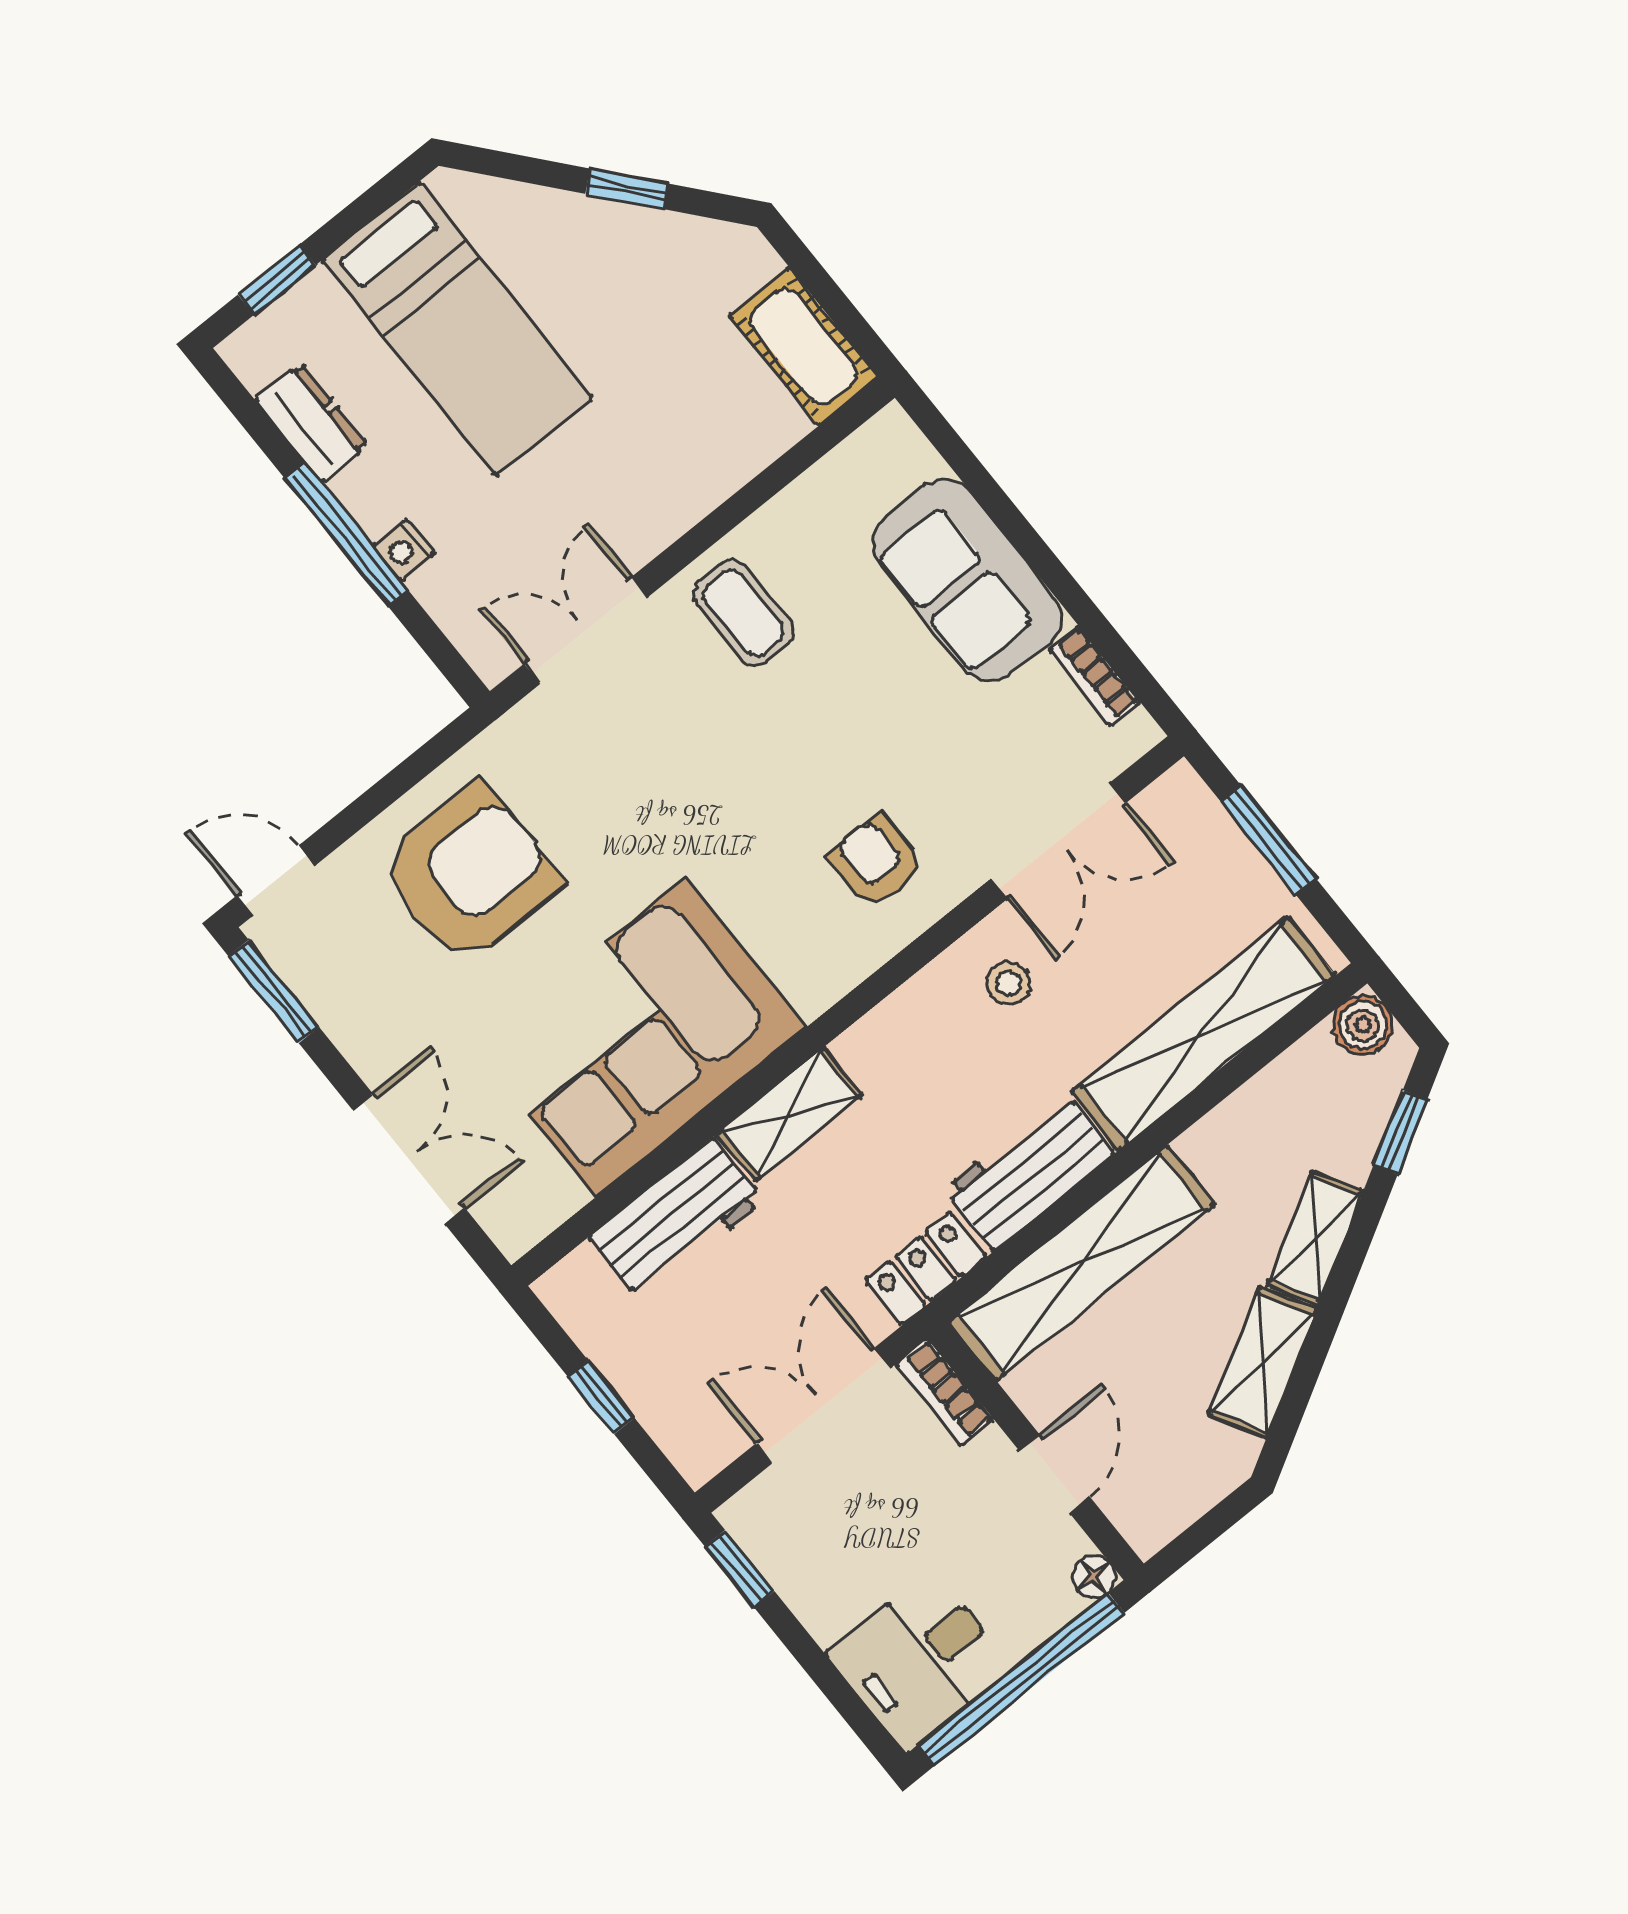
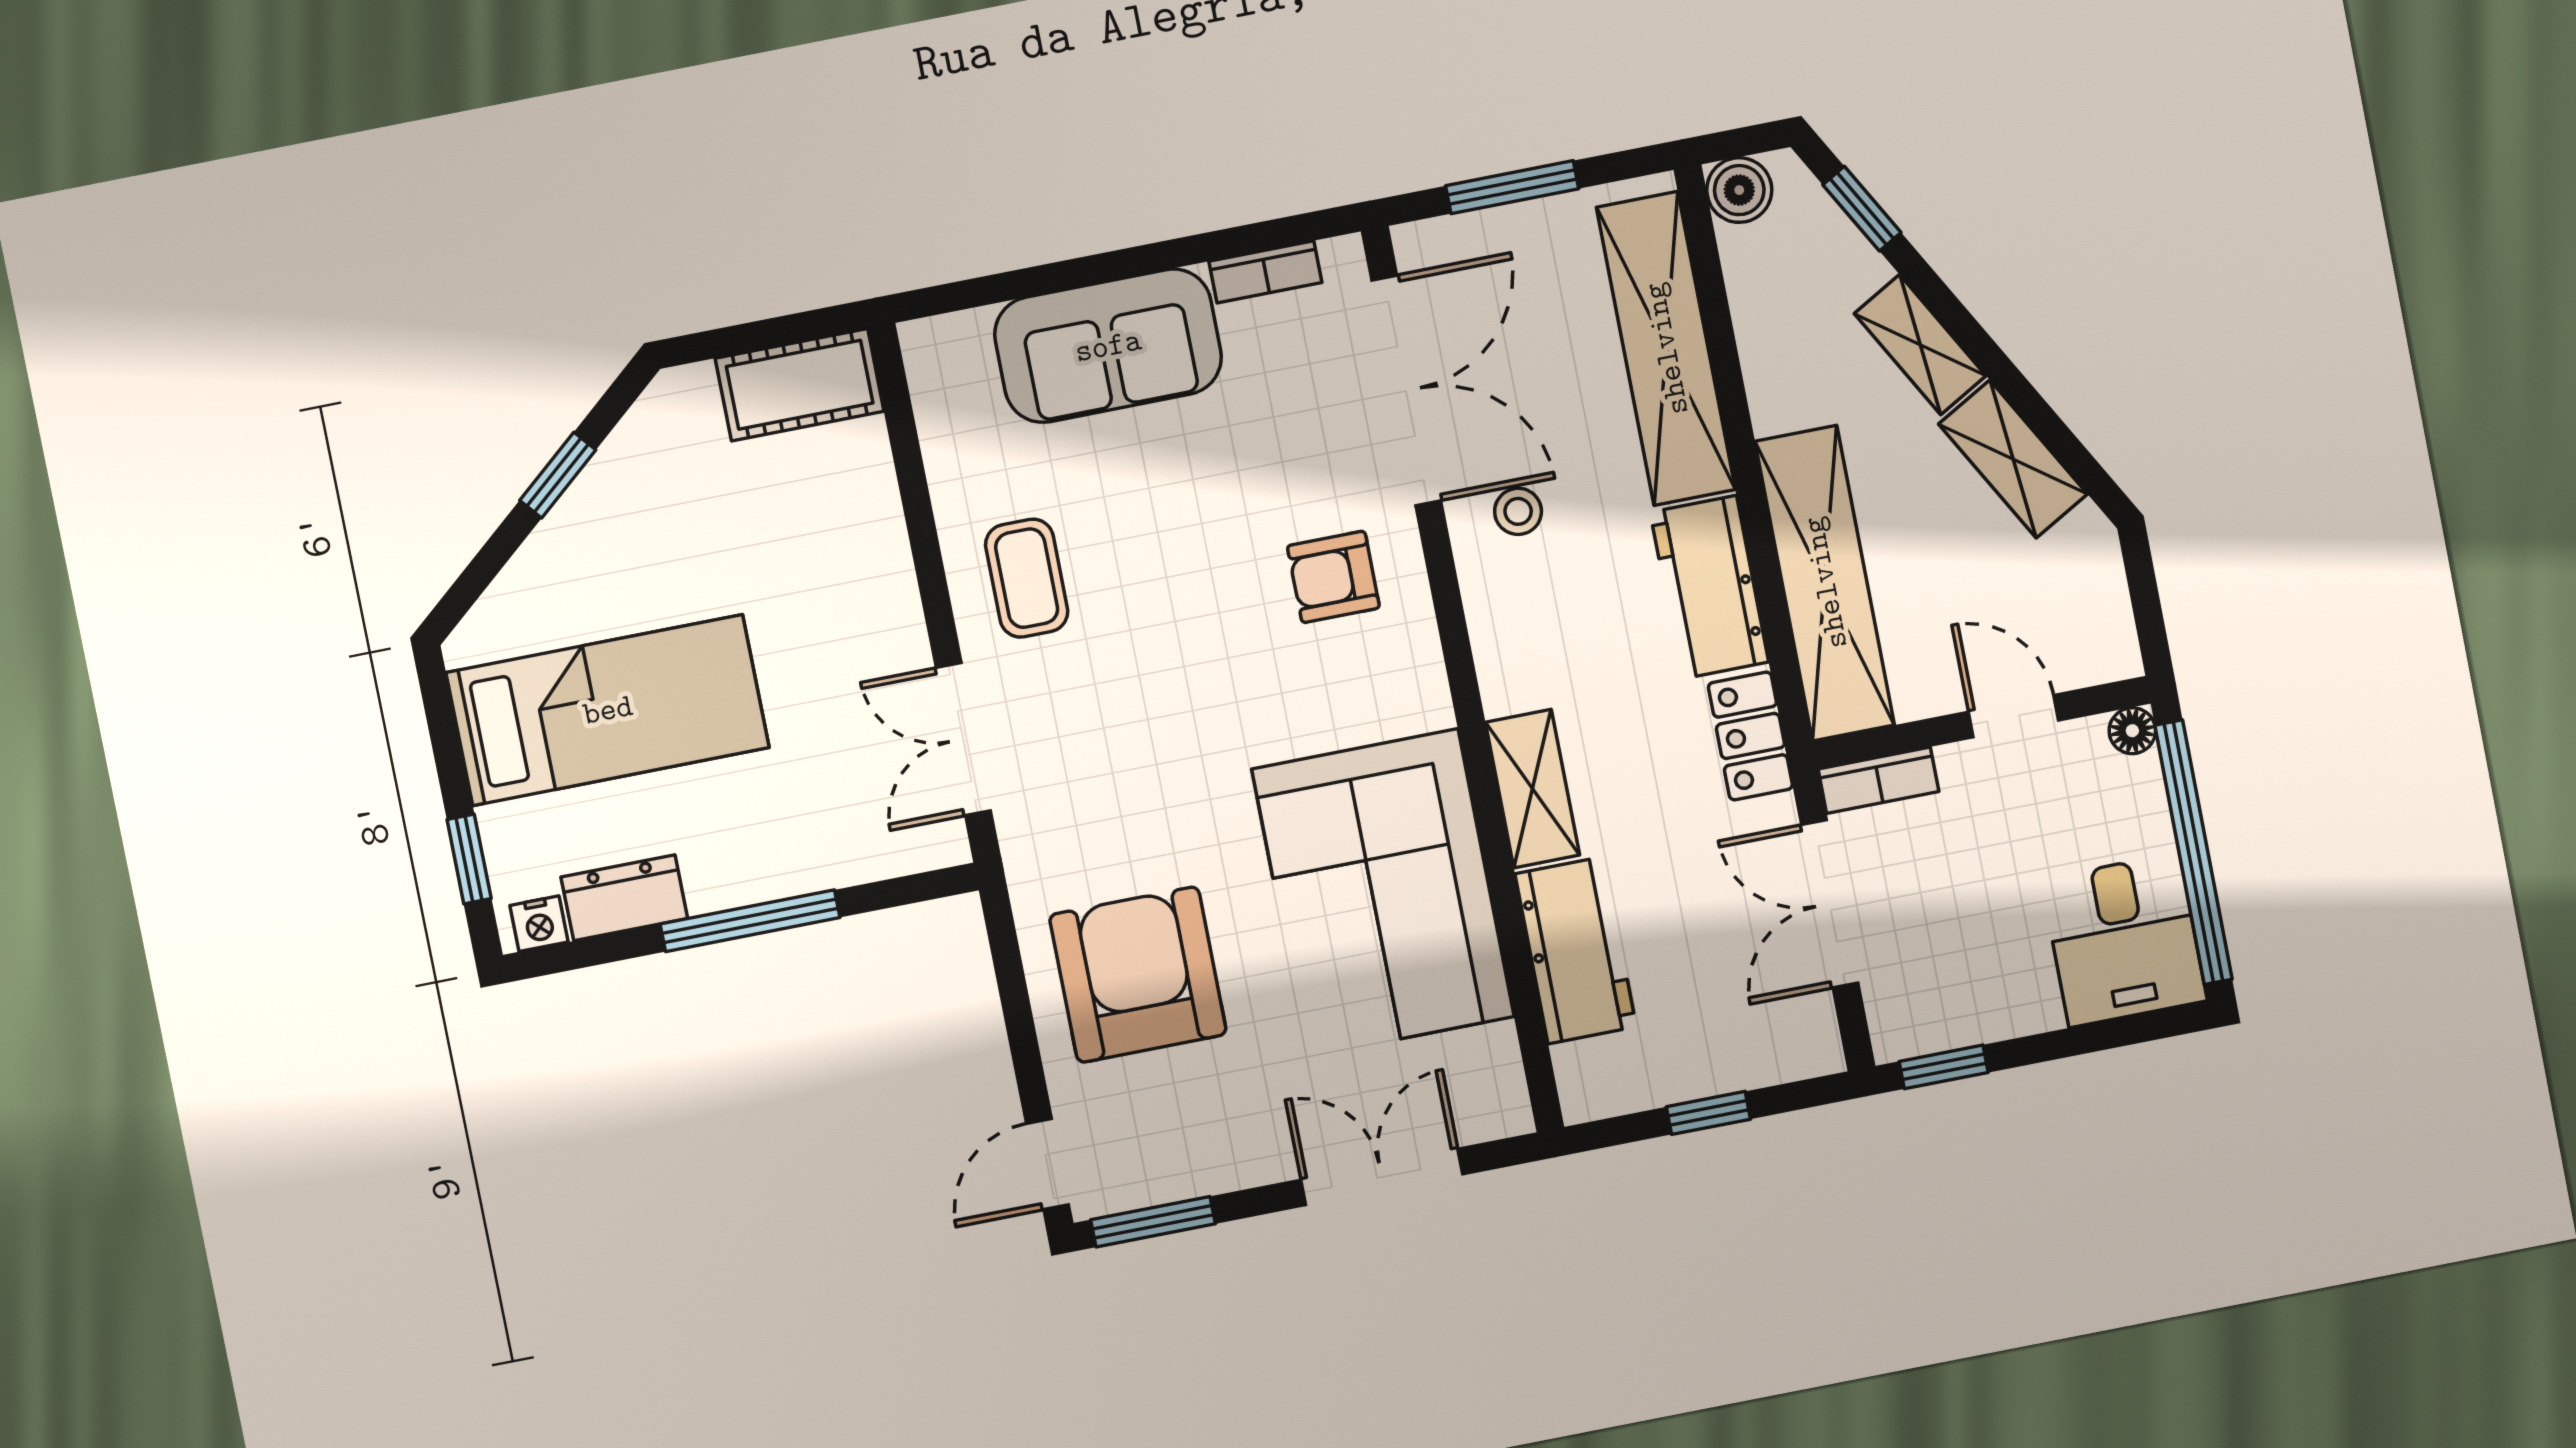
nightstand: (404, 550) -> (539, 924), moved
coffee table: (744, 613) -> (1027, 578), turned 90
double door: (1059, 841) -> (1406, 390), width x1.37

